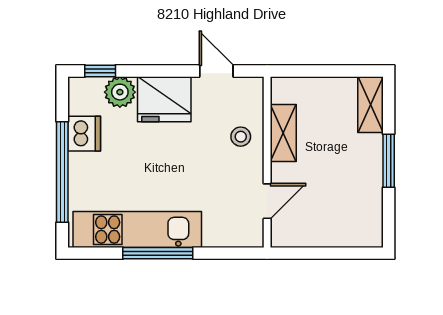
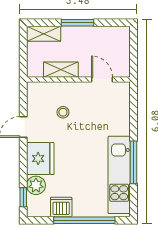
shelving: (283, 133) -> (61, 70), moved
wall: (267, 162) -> (78, 80), moved
door: (267, 201) -> (102, 80), moved

